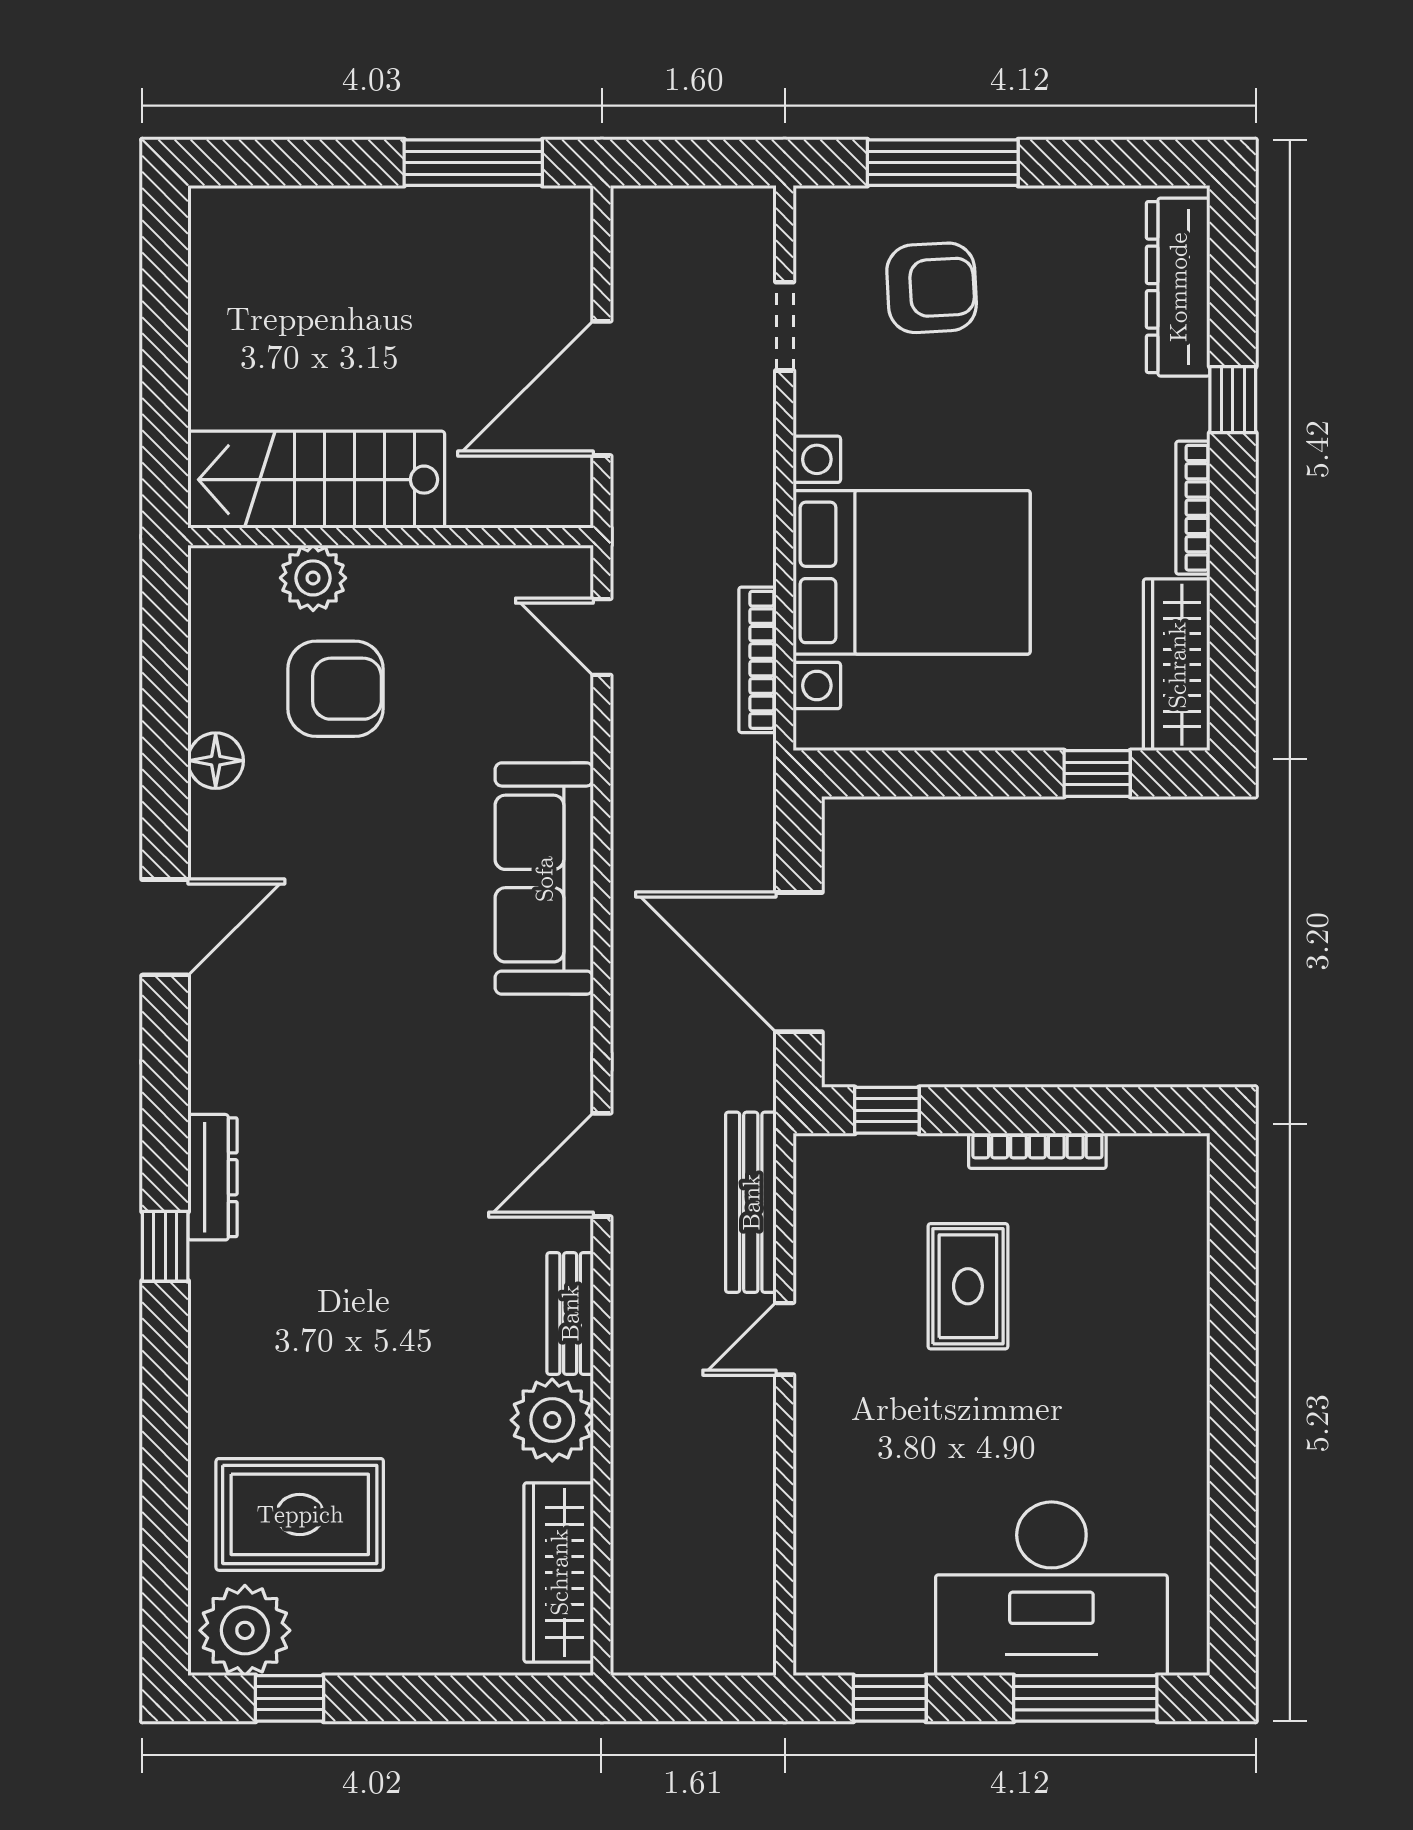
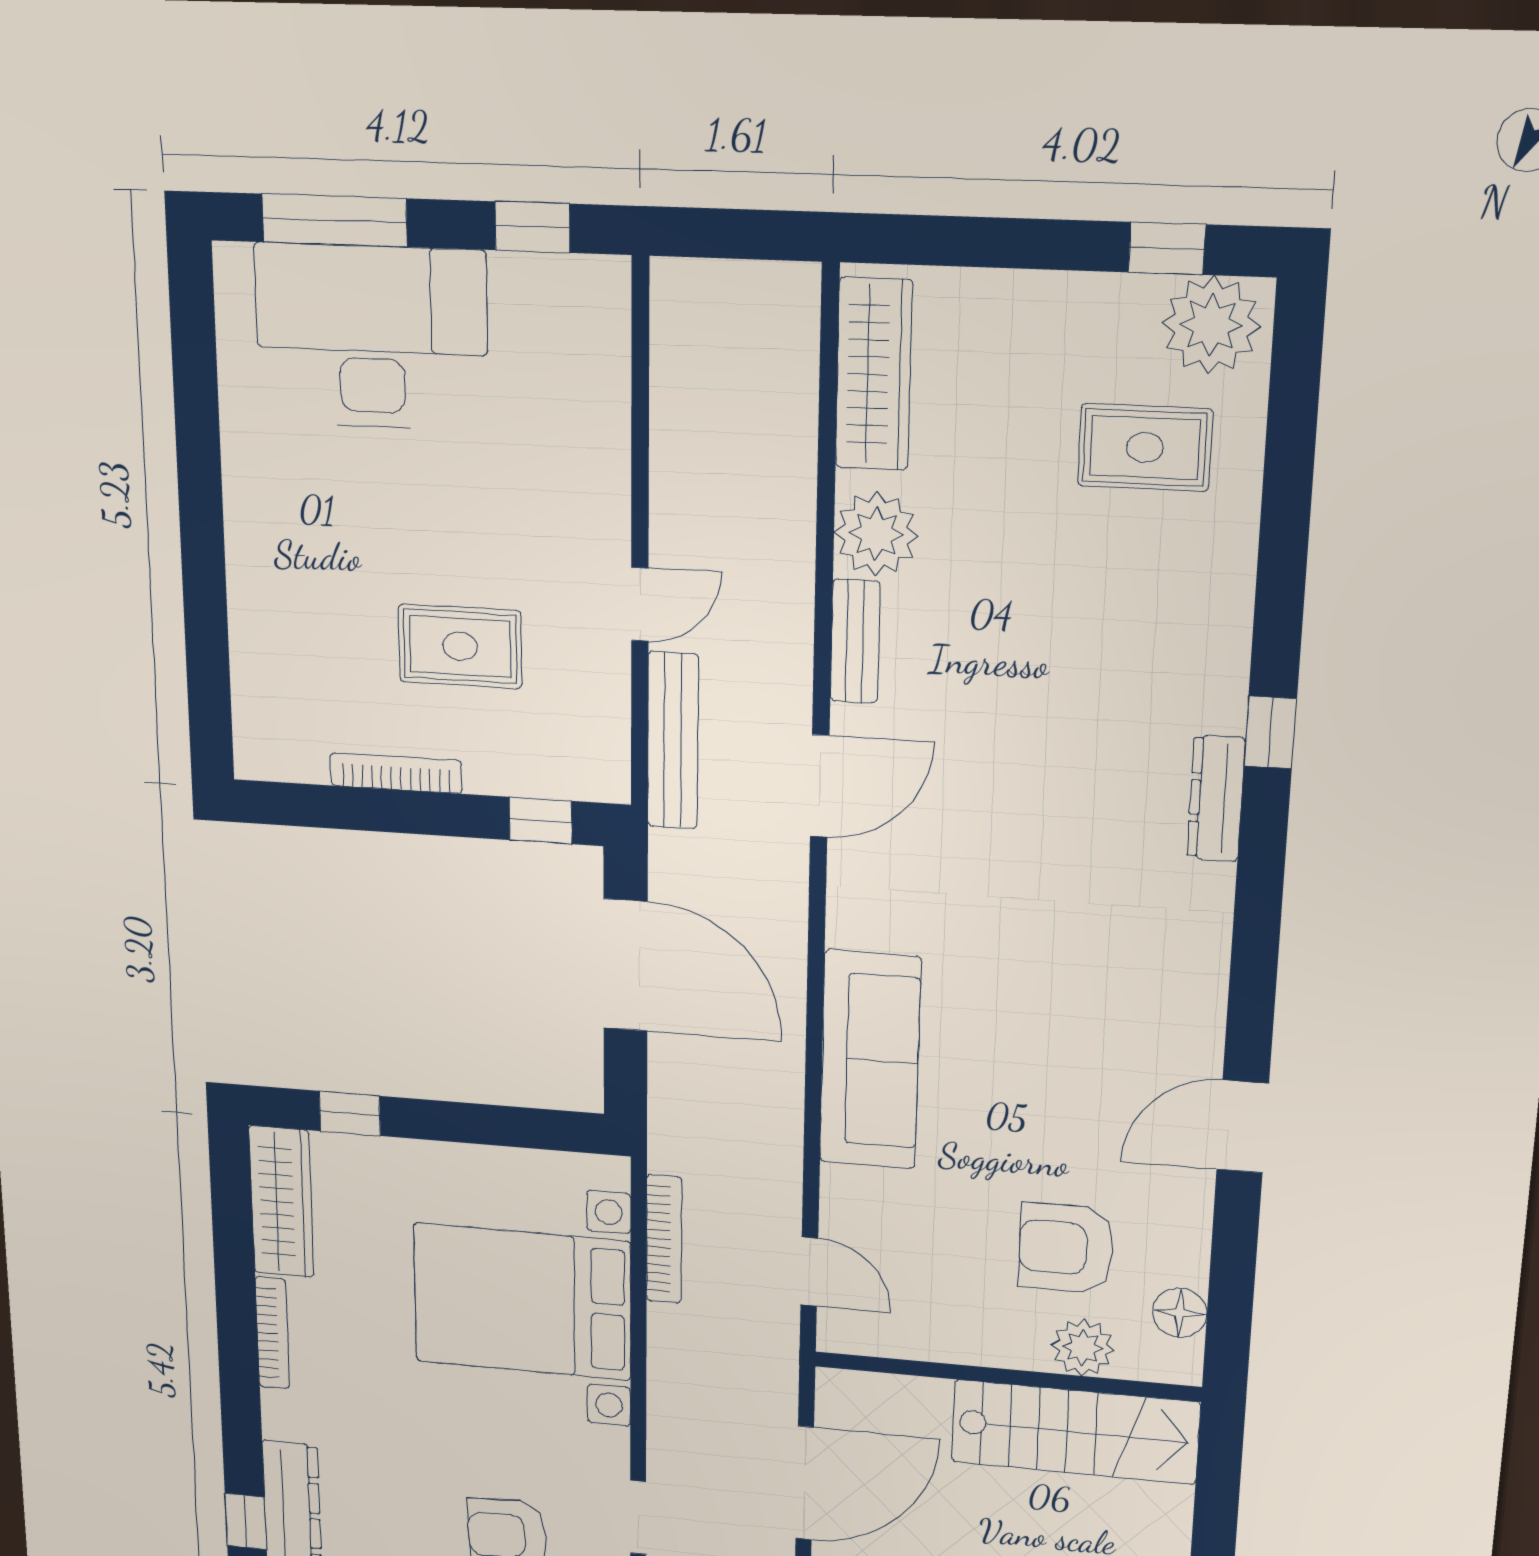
window: (1233, 400) -> (246, 1521), moved
floor lamp: (216, 761) -> (1180, 1313), moved
door: (165, 927) -> (1243, 1127), moved
rug: (968, 1286) -> (460, 646), turned 90
rug: (300, 1514) -> (1145, 448), width x0.73, depth x0.70

